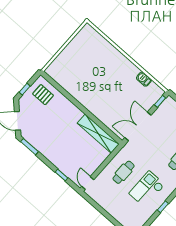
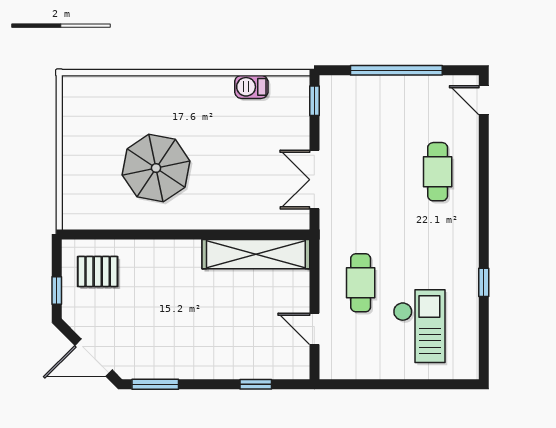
parasol: (91, 78) -> (156, 168), added
double door: (138, 126) -> (314, 180), width x0.73
door: (88, 183) -> (314, 329), moved
checkout: (147, 189) -> (419, 326), moved, turned 180

